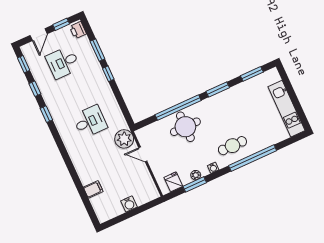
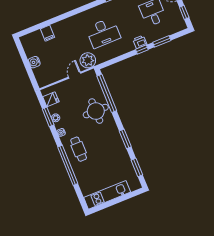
printer: (78, 30) -> (140, 42), moved
window: (178, 108) -> (107, 93), moved
desk: (90, 122) -> (103, 33), width x1.37

